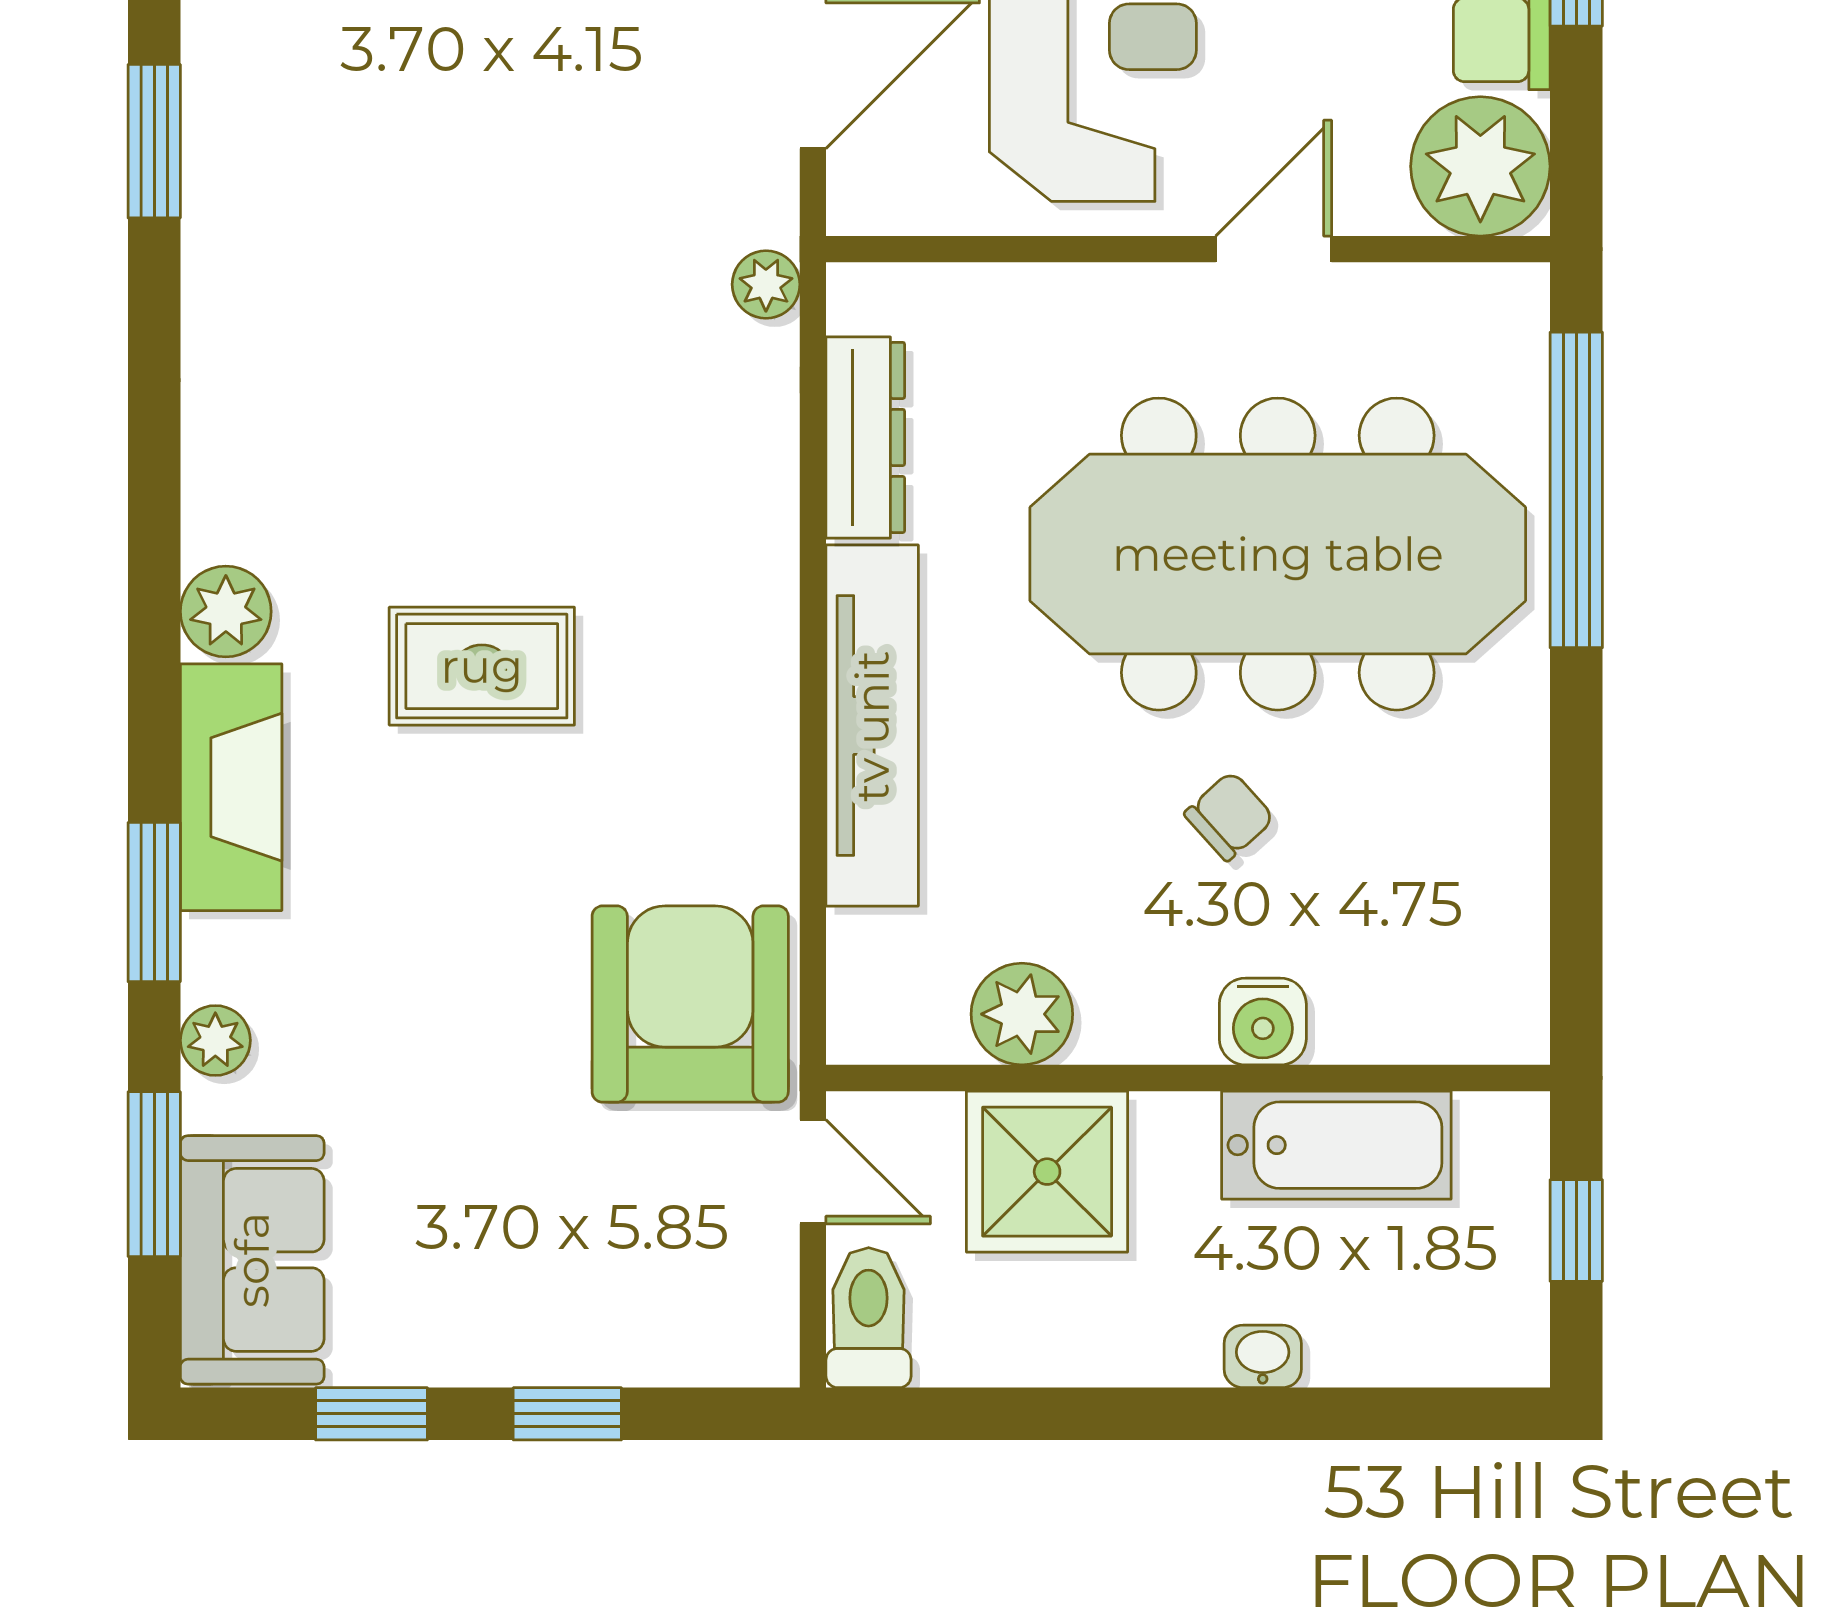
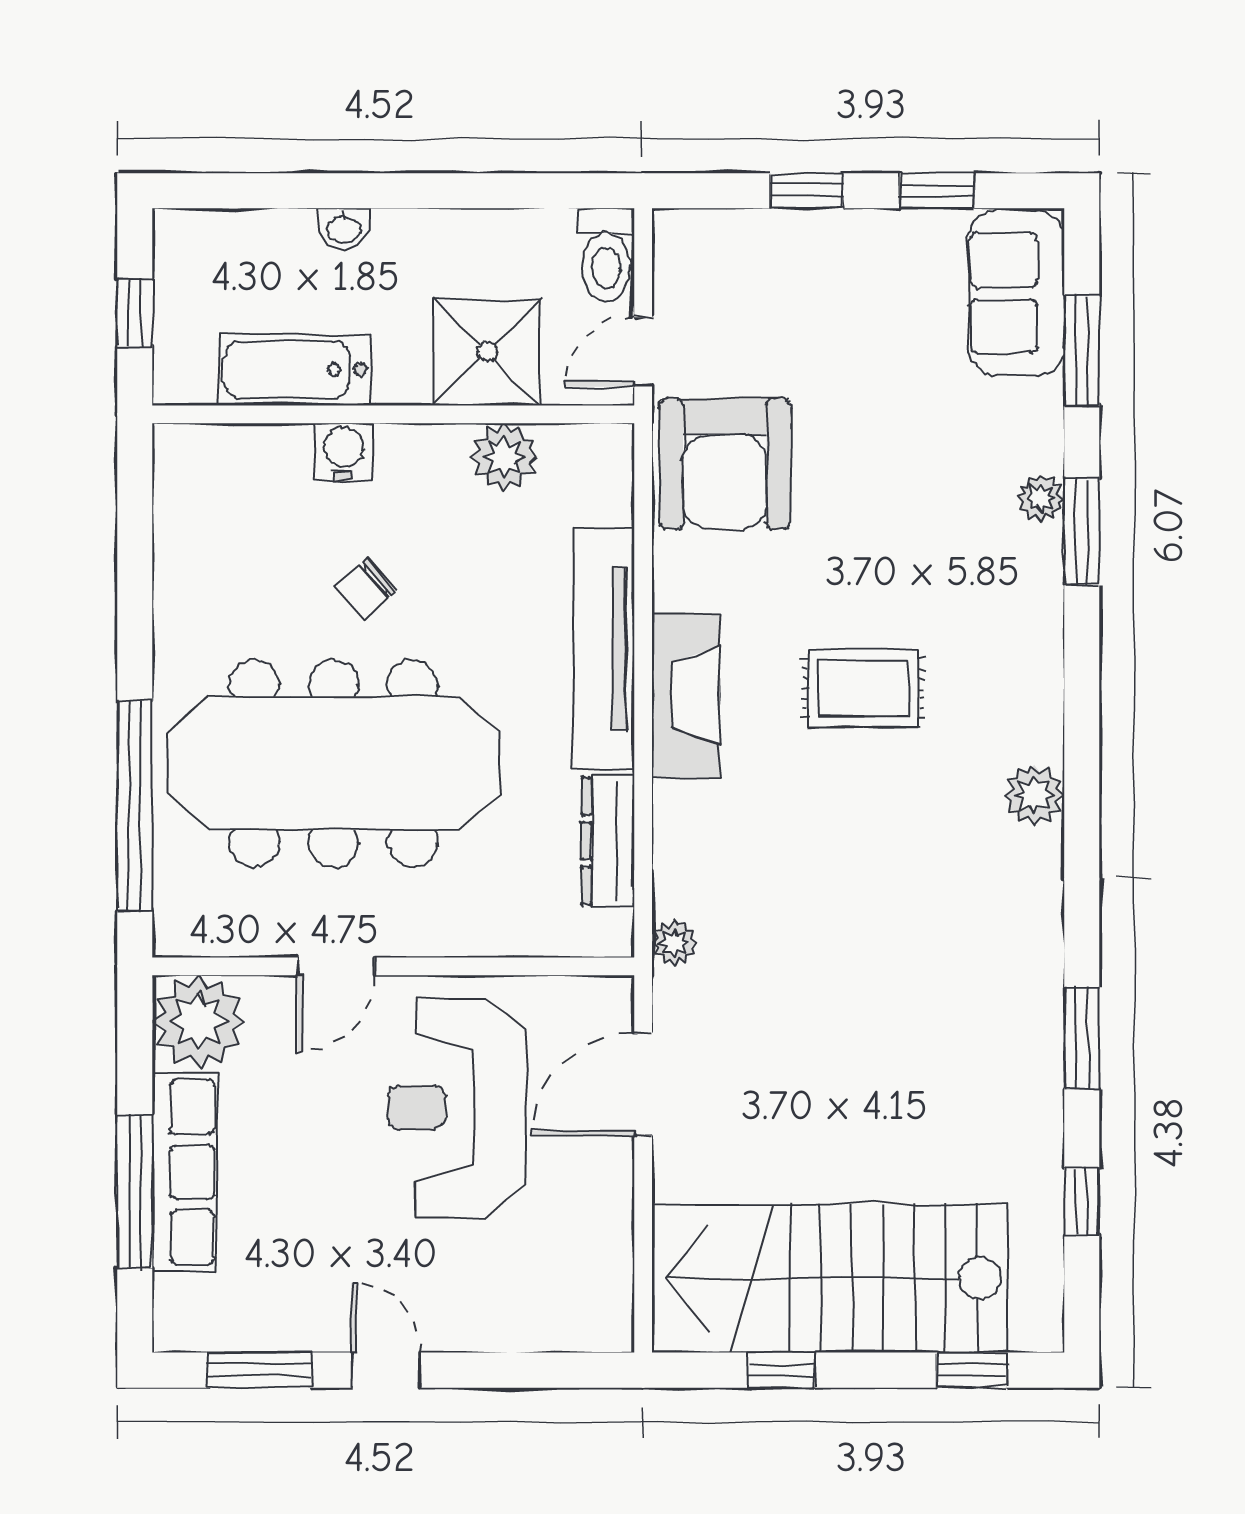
plant: (226, 611) -> (1034, 795), moved
fireplace: (231, 787) -> (686, 695), moved, turned 180
plant: (215, 1040) -> (1041, 498), moved
door: (813, 1172) -> (643, 352), hinge flipped

